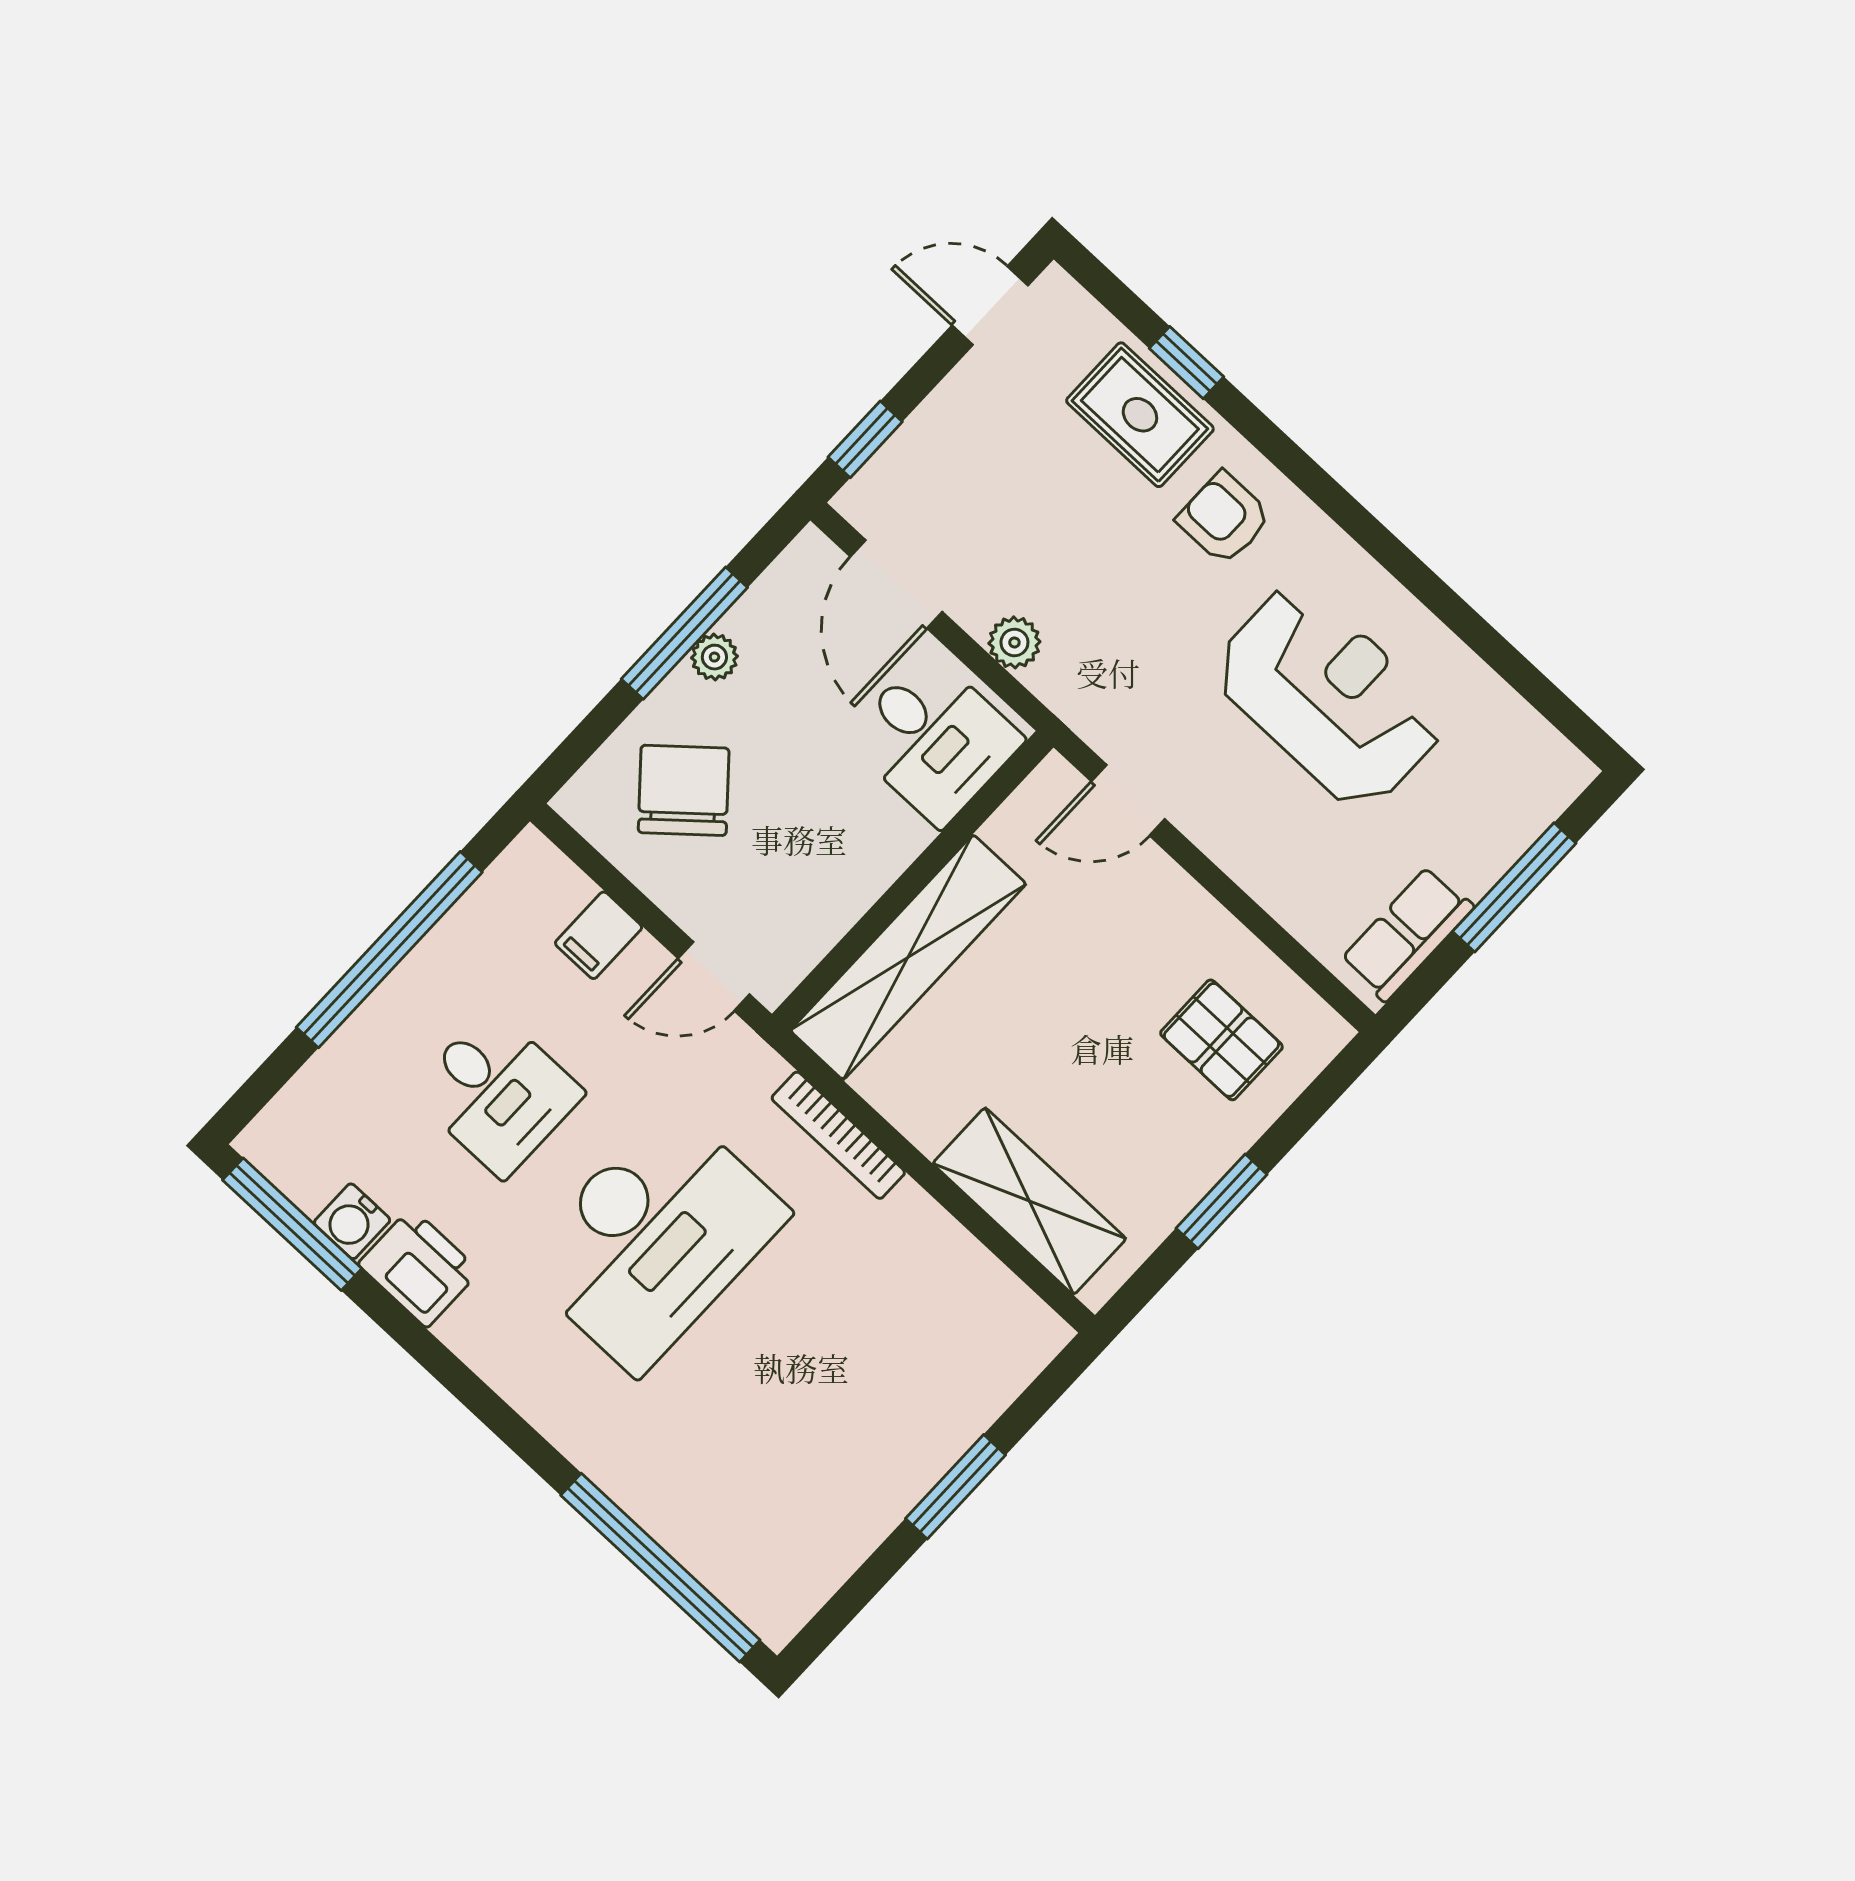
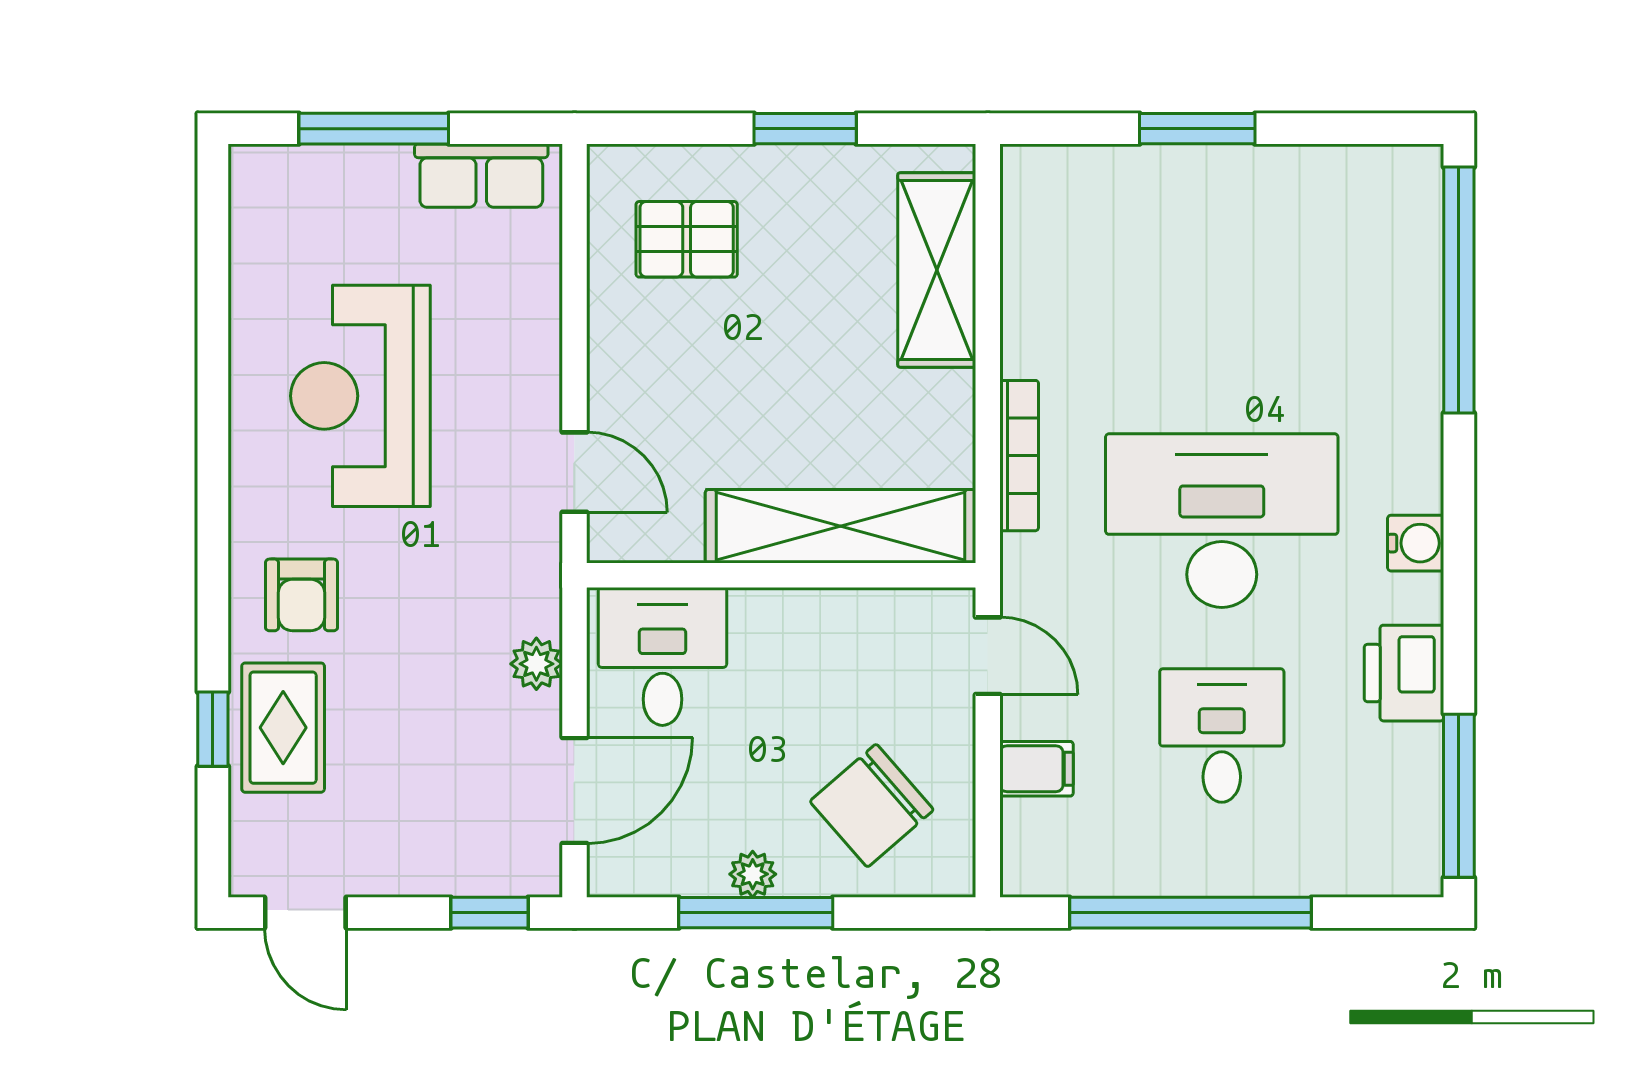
pallet: (1221, 1040) -> (687, 239), turned 90
water cooler: (352, 1221) -> (1416, 543), moved

